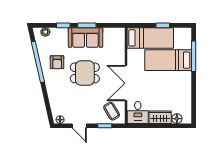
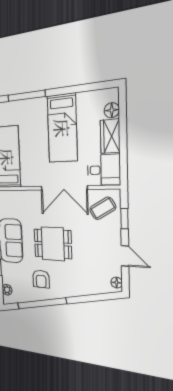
bed: (168, 60) -> (62, 128), moved
armchair: (57, 62) -> (41, 279), turned 90
dining table: (85, 73) -> (53, 244), turned 90
door: (79, 126) -> (125, 256), hinge flipped

